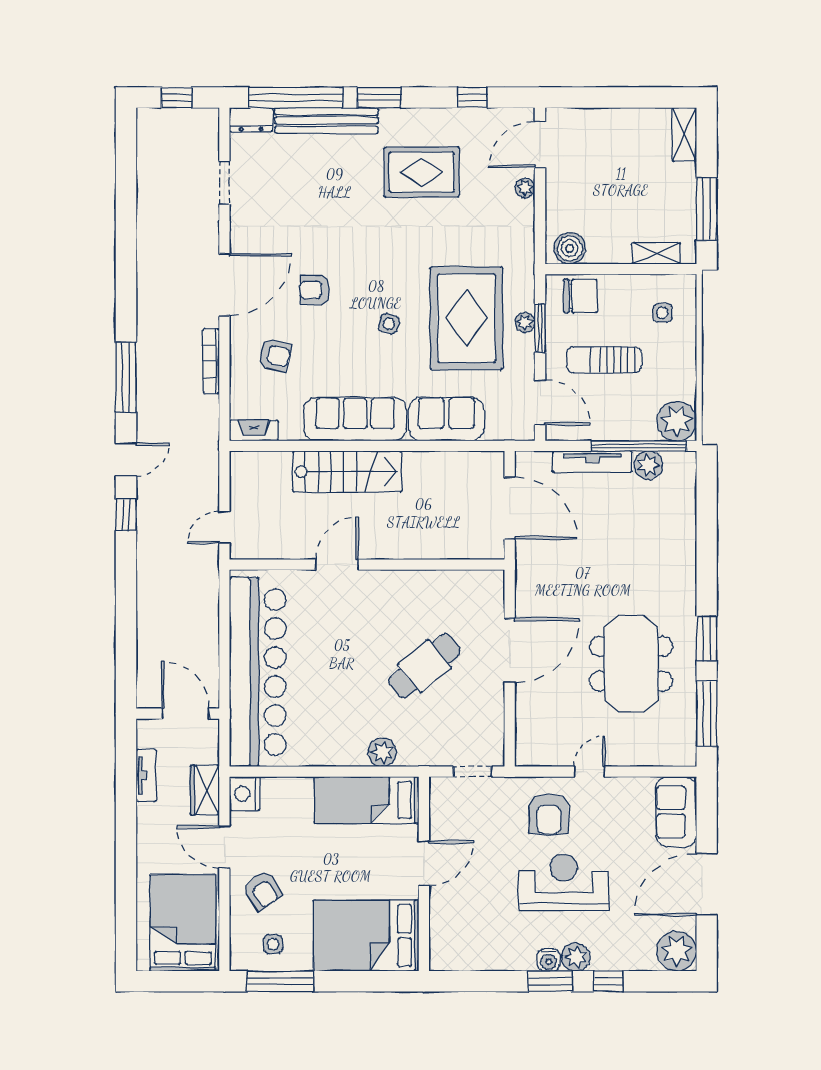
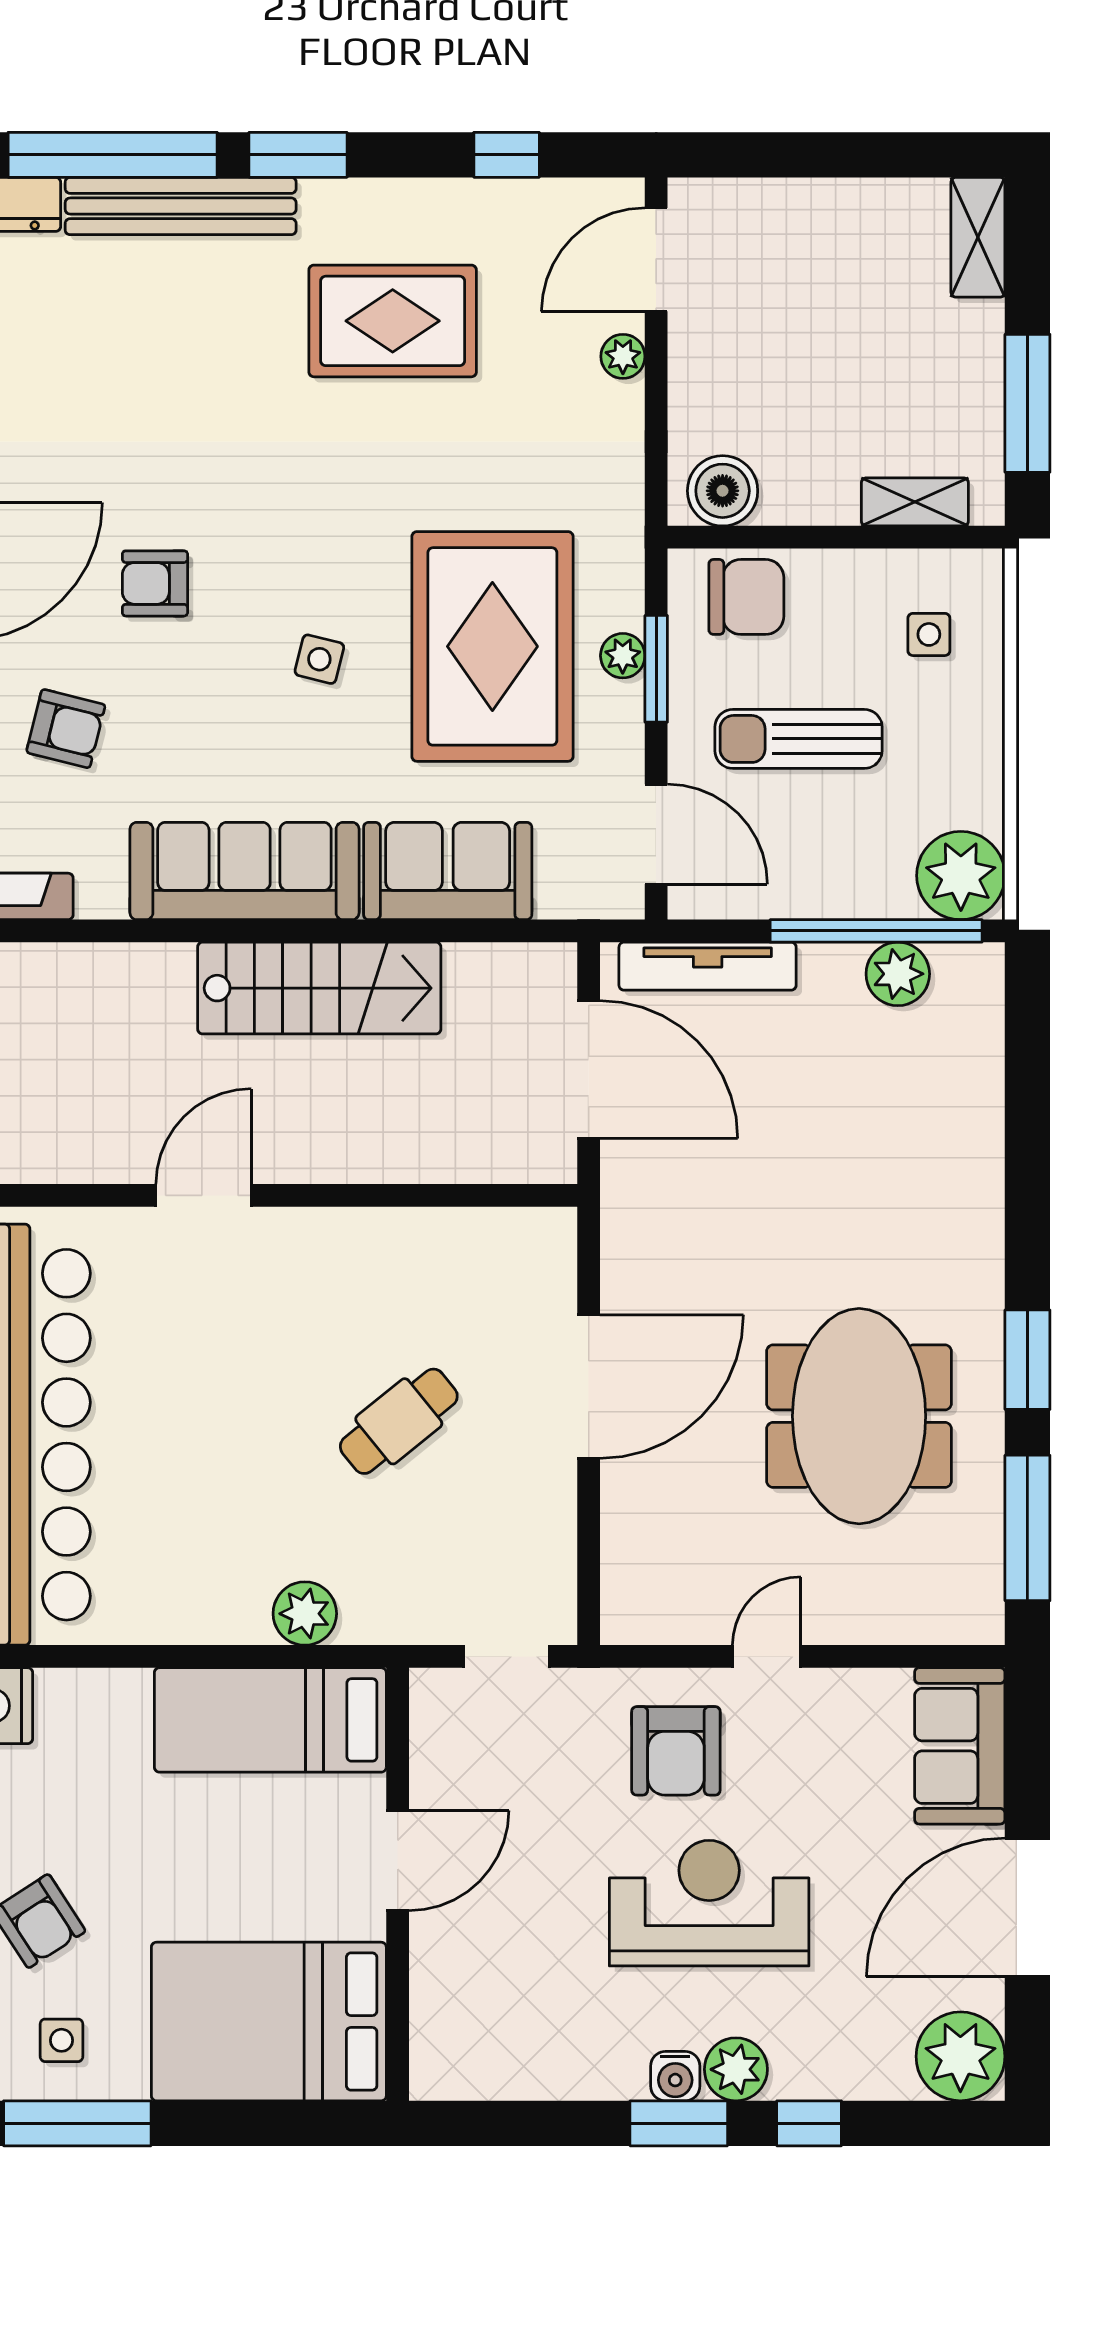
tv unit: (592, 462) -> (708, 966), moved
stairs: (347, 472) -> (319, 988), moved
cafe table: (424, 666) -> (399, 1421), width x0.73, depth x0.74

